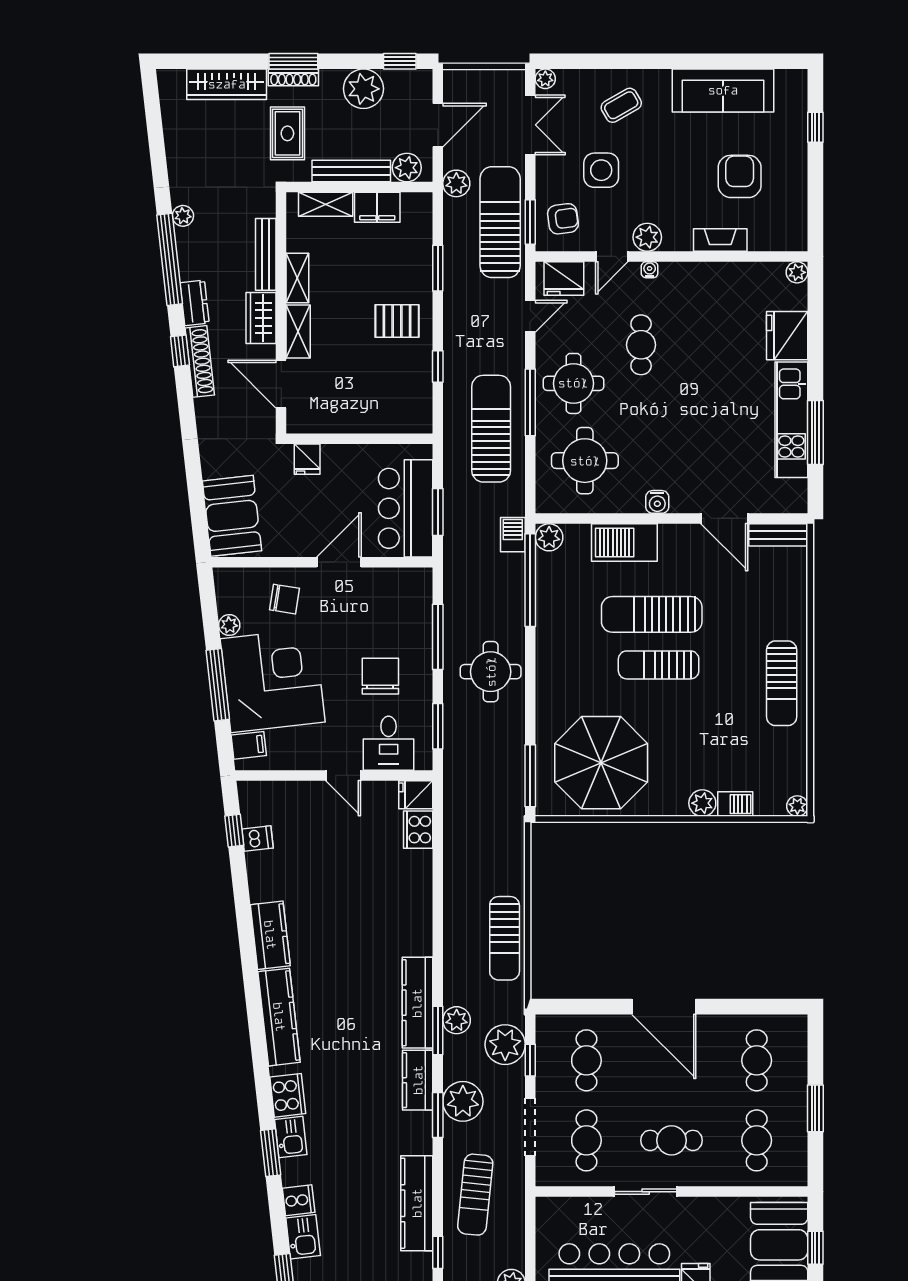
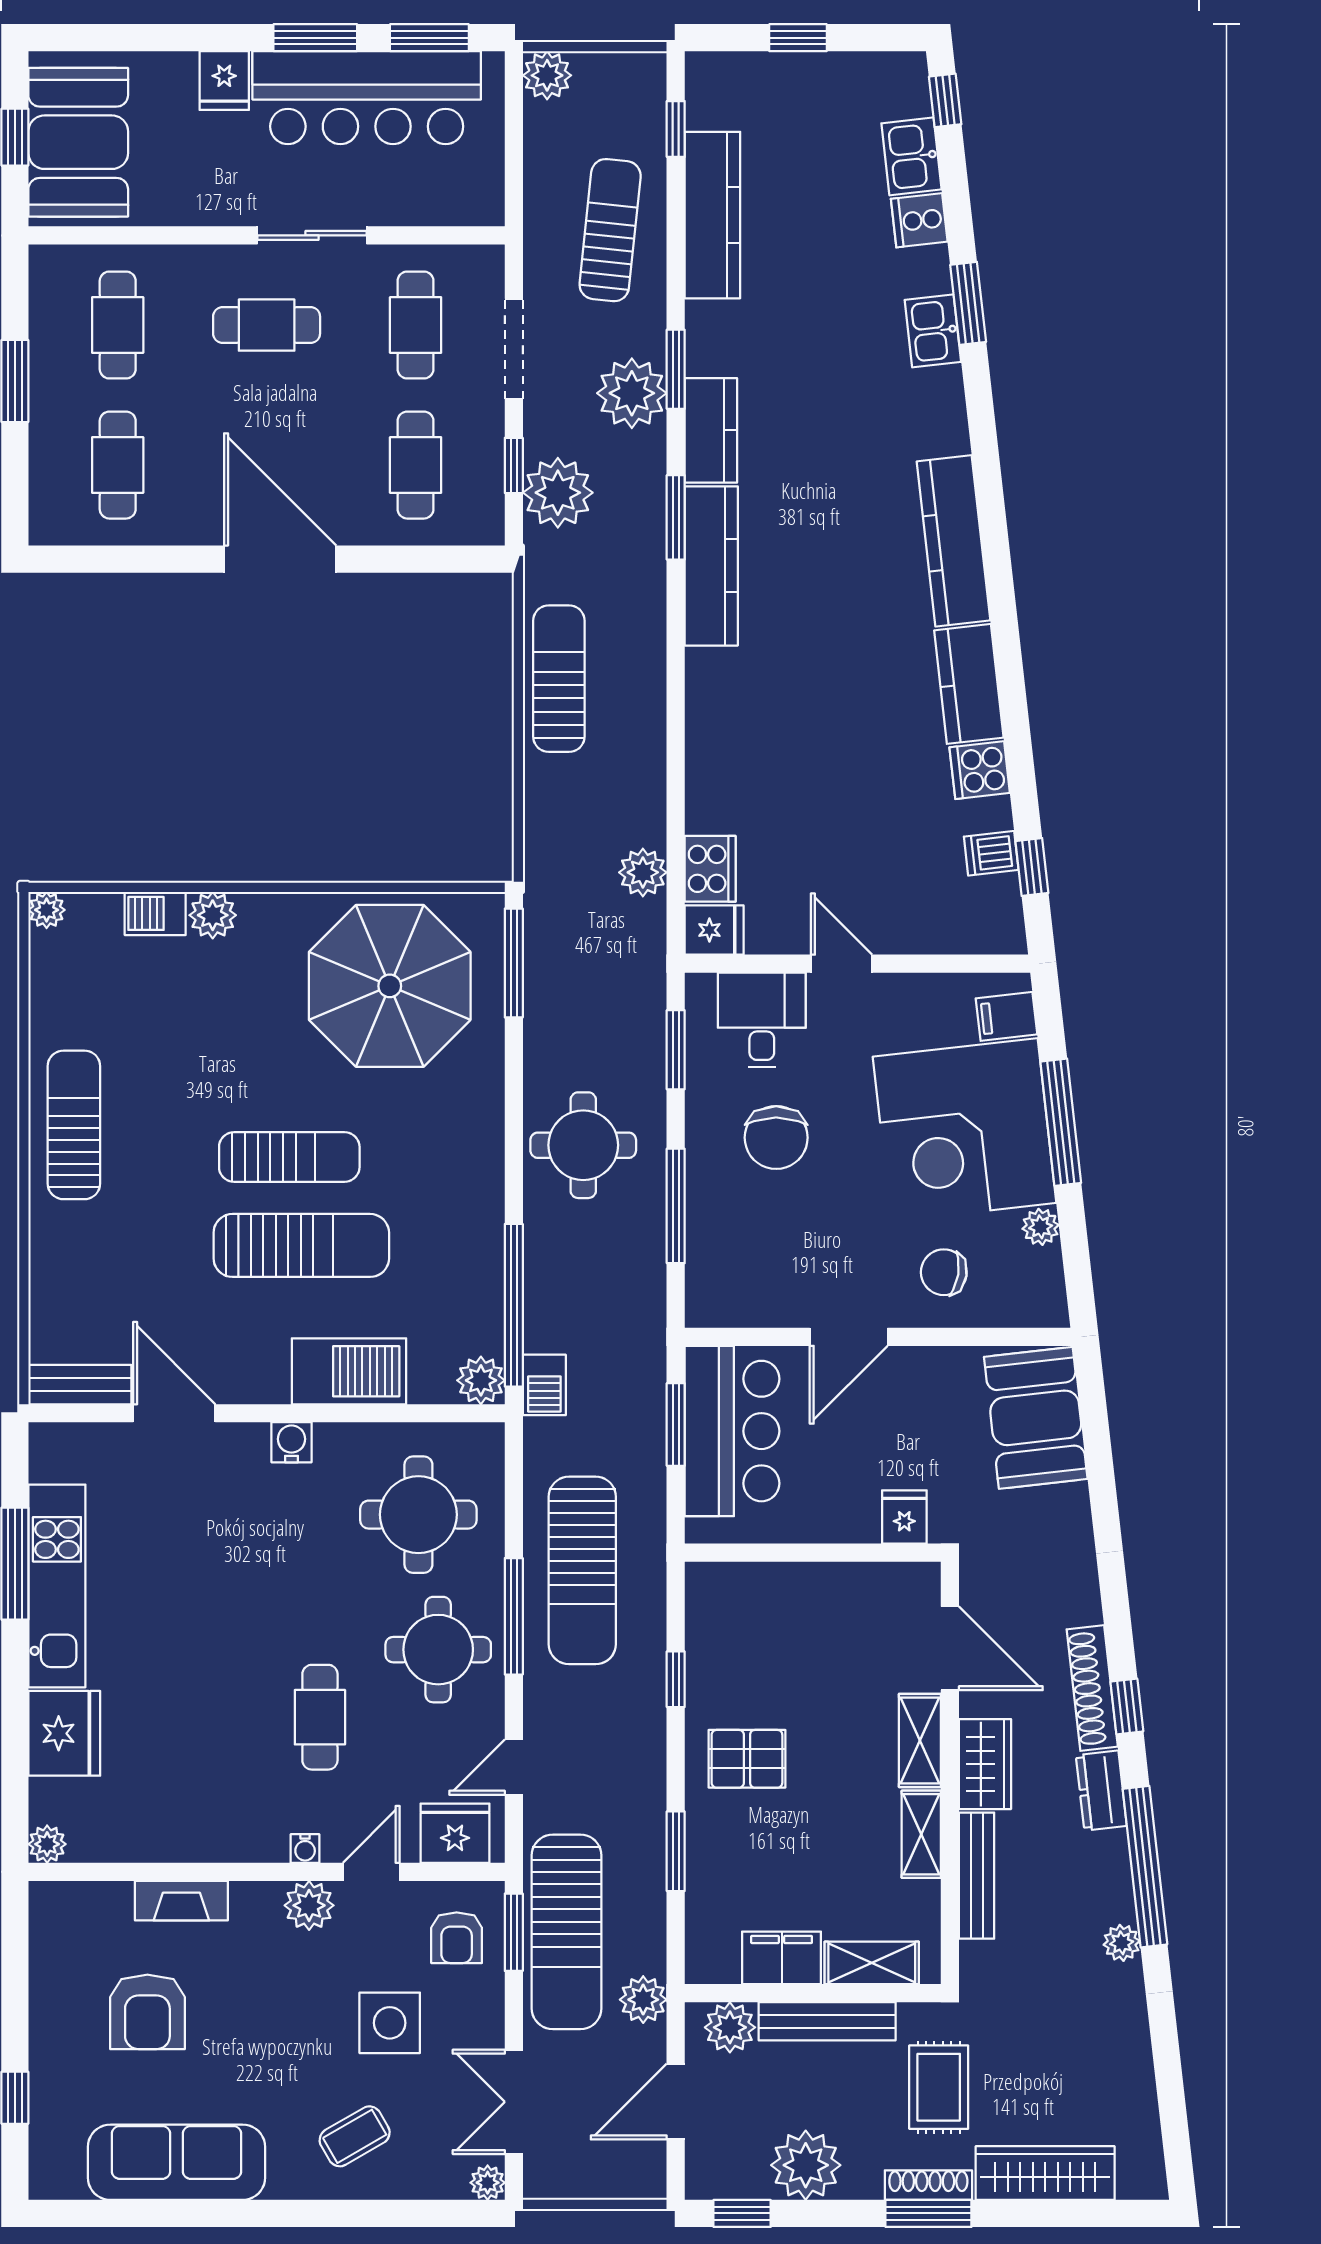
armchair: (563, 219) -> (457, 1938), turned -82
plant: (457, 1020) -> (643, 872), moved
cooker: (288, 1095) -> (980, 770), moved, width x0.73

